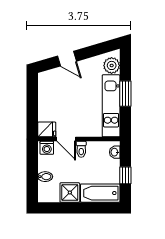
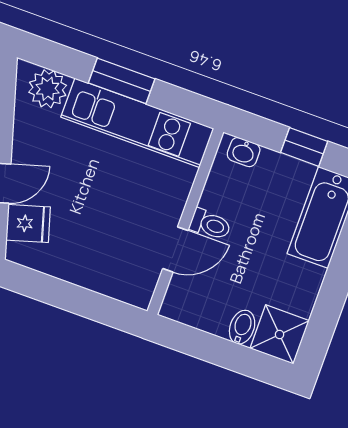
fridge: (47, 129) -> (28, 223), moved, turned 74
washing machine: (47, 148) -> (179, 300), removed
shower: (70, 192) -> (280, 334), moved

